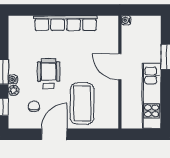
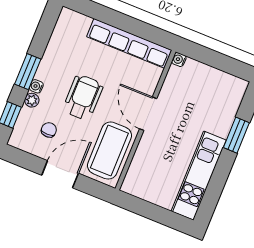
water cooler: (126, 20) -> (179, 60), moved
door: (120, 67) -> (148, 114), moved
wall: (120, 72) -> (146, 120), moved

